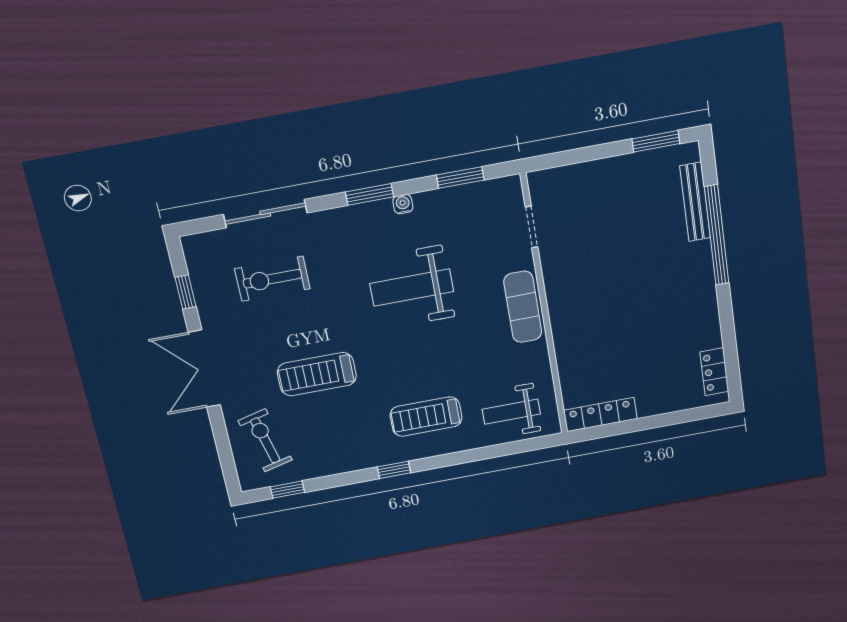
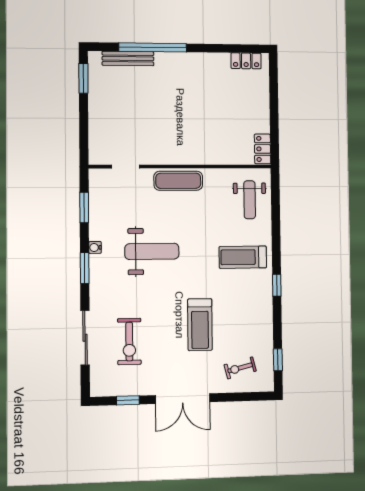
weight bench: (412, 288) -> (152, 251), turned -90
locker: (600, 415) -> (263, 149), width x0.66
treadmill: (426, 417) -> (243, 257), turned 90
exercise bike: (265, 440) -> (240, 368), width x0.73, depth x0.72

